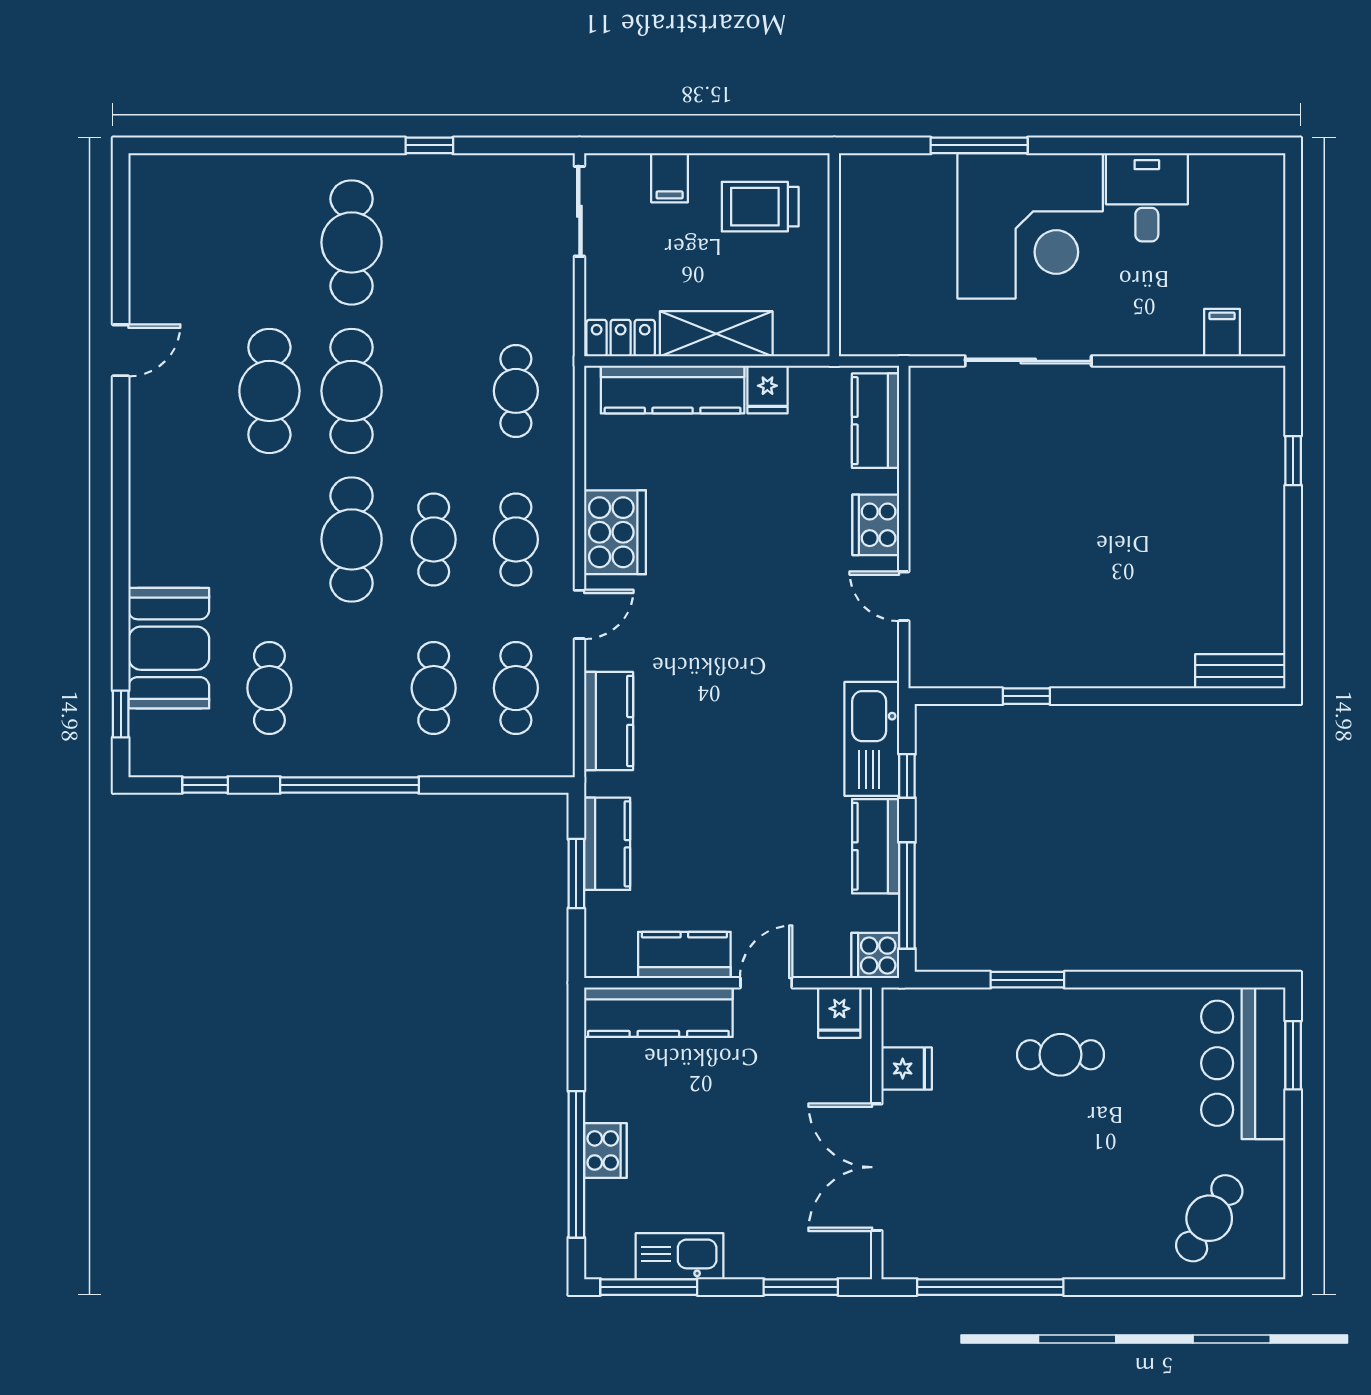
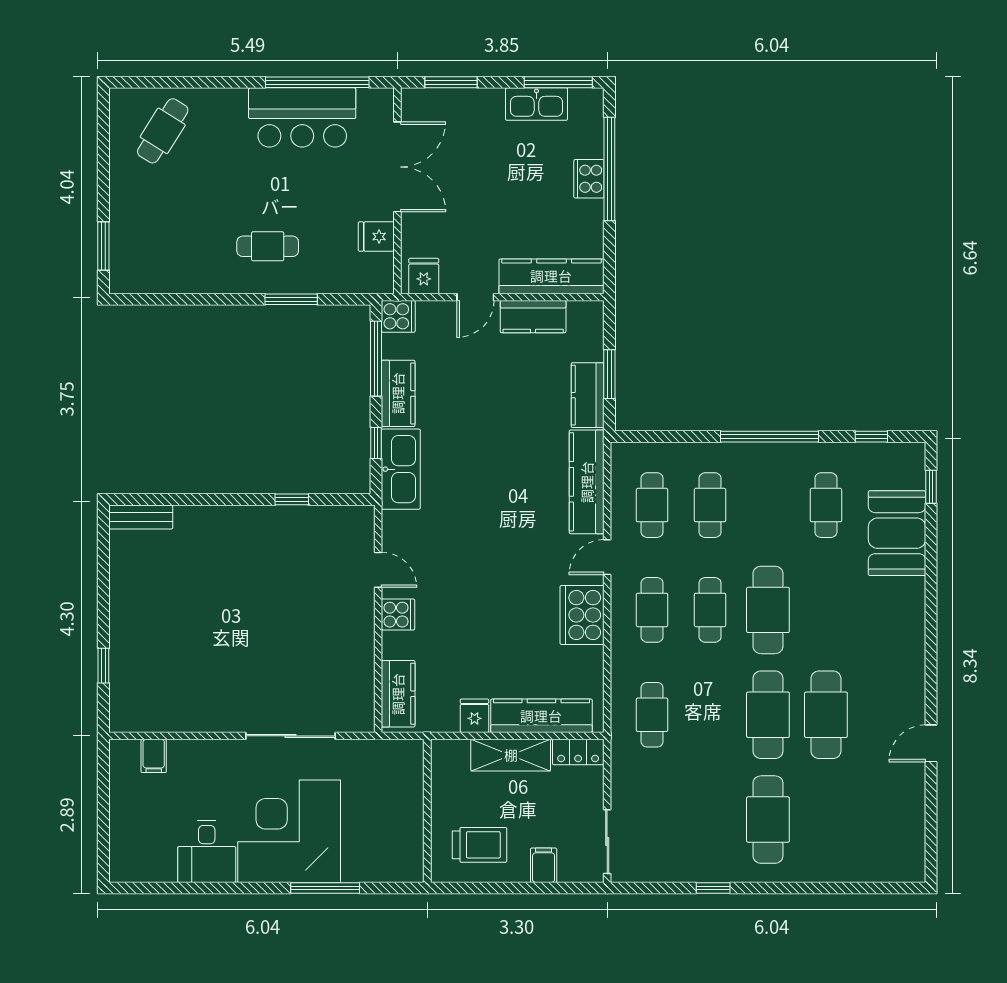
cooker: (876, 525) -> (398, 615), width x0.73
kitchen counter: (609, 721) -> (587, 482), width x1.50
bar counter: (1243, 1063) -> (302, 117), moved, turned 90

